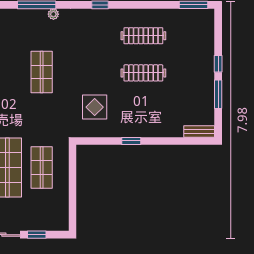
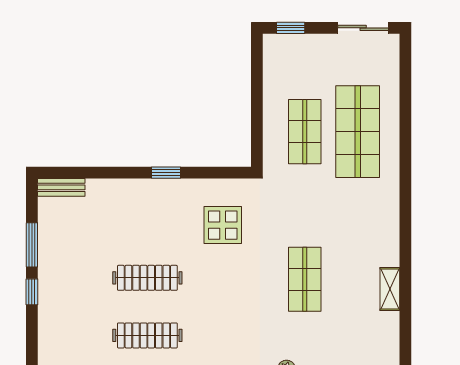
window: (37, 235) -> (291, 28), moved

